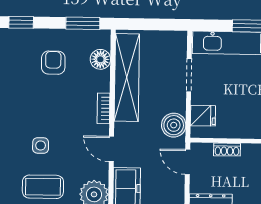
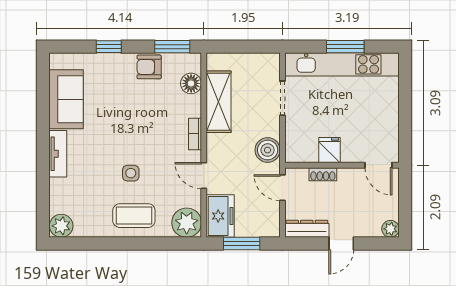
armchair: (53, 63) -> (149, 67), moved, turned -90
shelving: (127, 77) -> (219, 102), width x0.68
fridge: (203, 116) -> (330, 150), moved, turned -90

